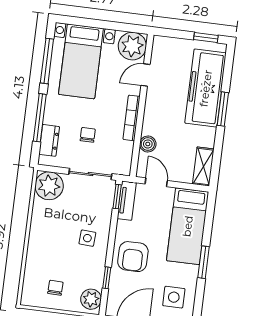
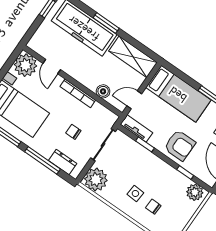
shelving: (203, 166) -> (133, 57), width x1.50, depth x1.33
window: (117, 197) -> (145, 144), moved
side table: (87, 238) -> (135, 193), moved
chair: (55, 288) -> (153, 207), moved

